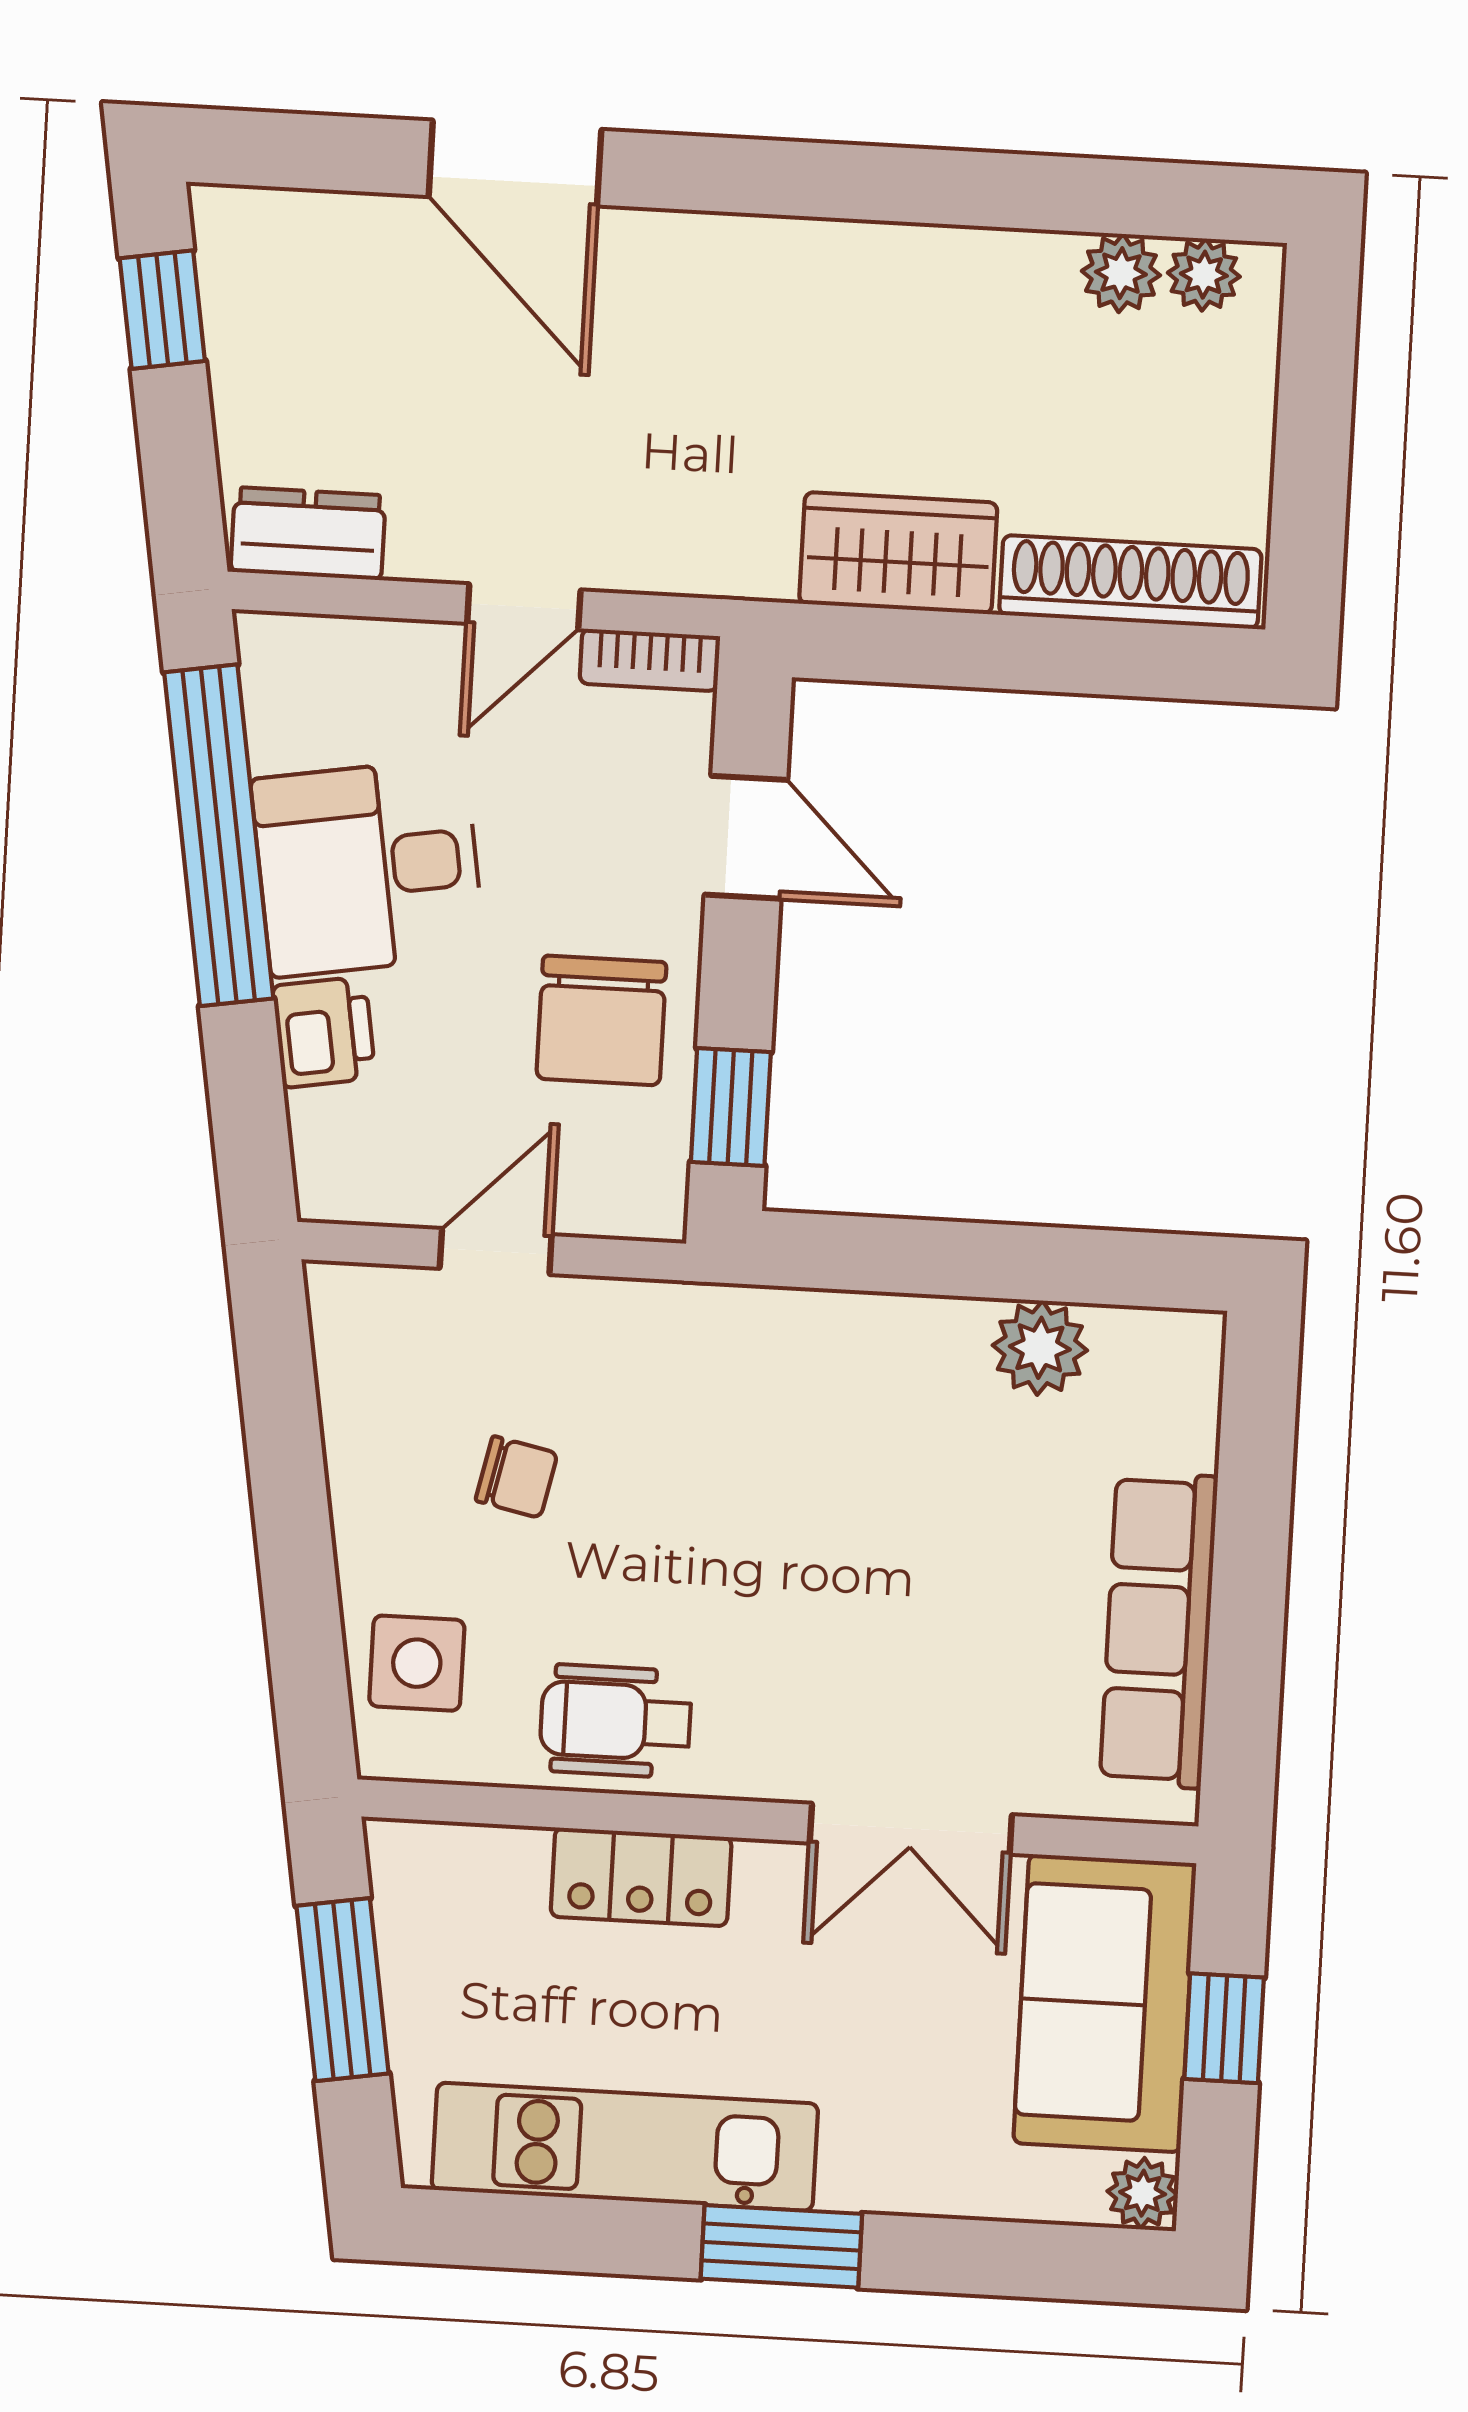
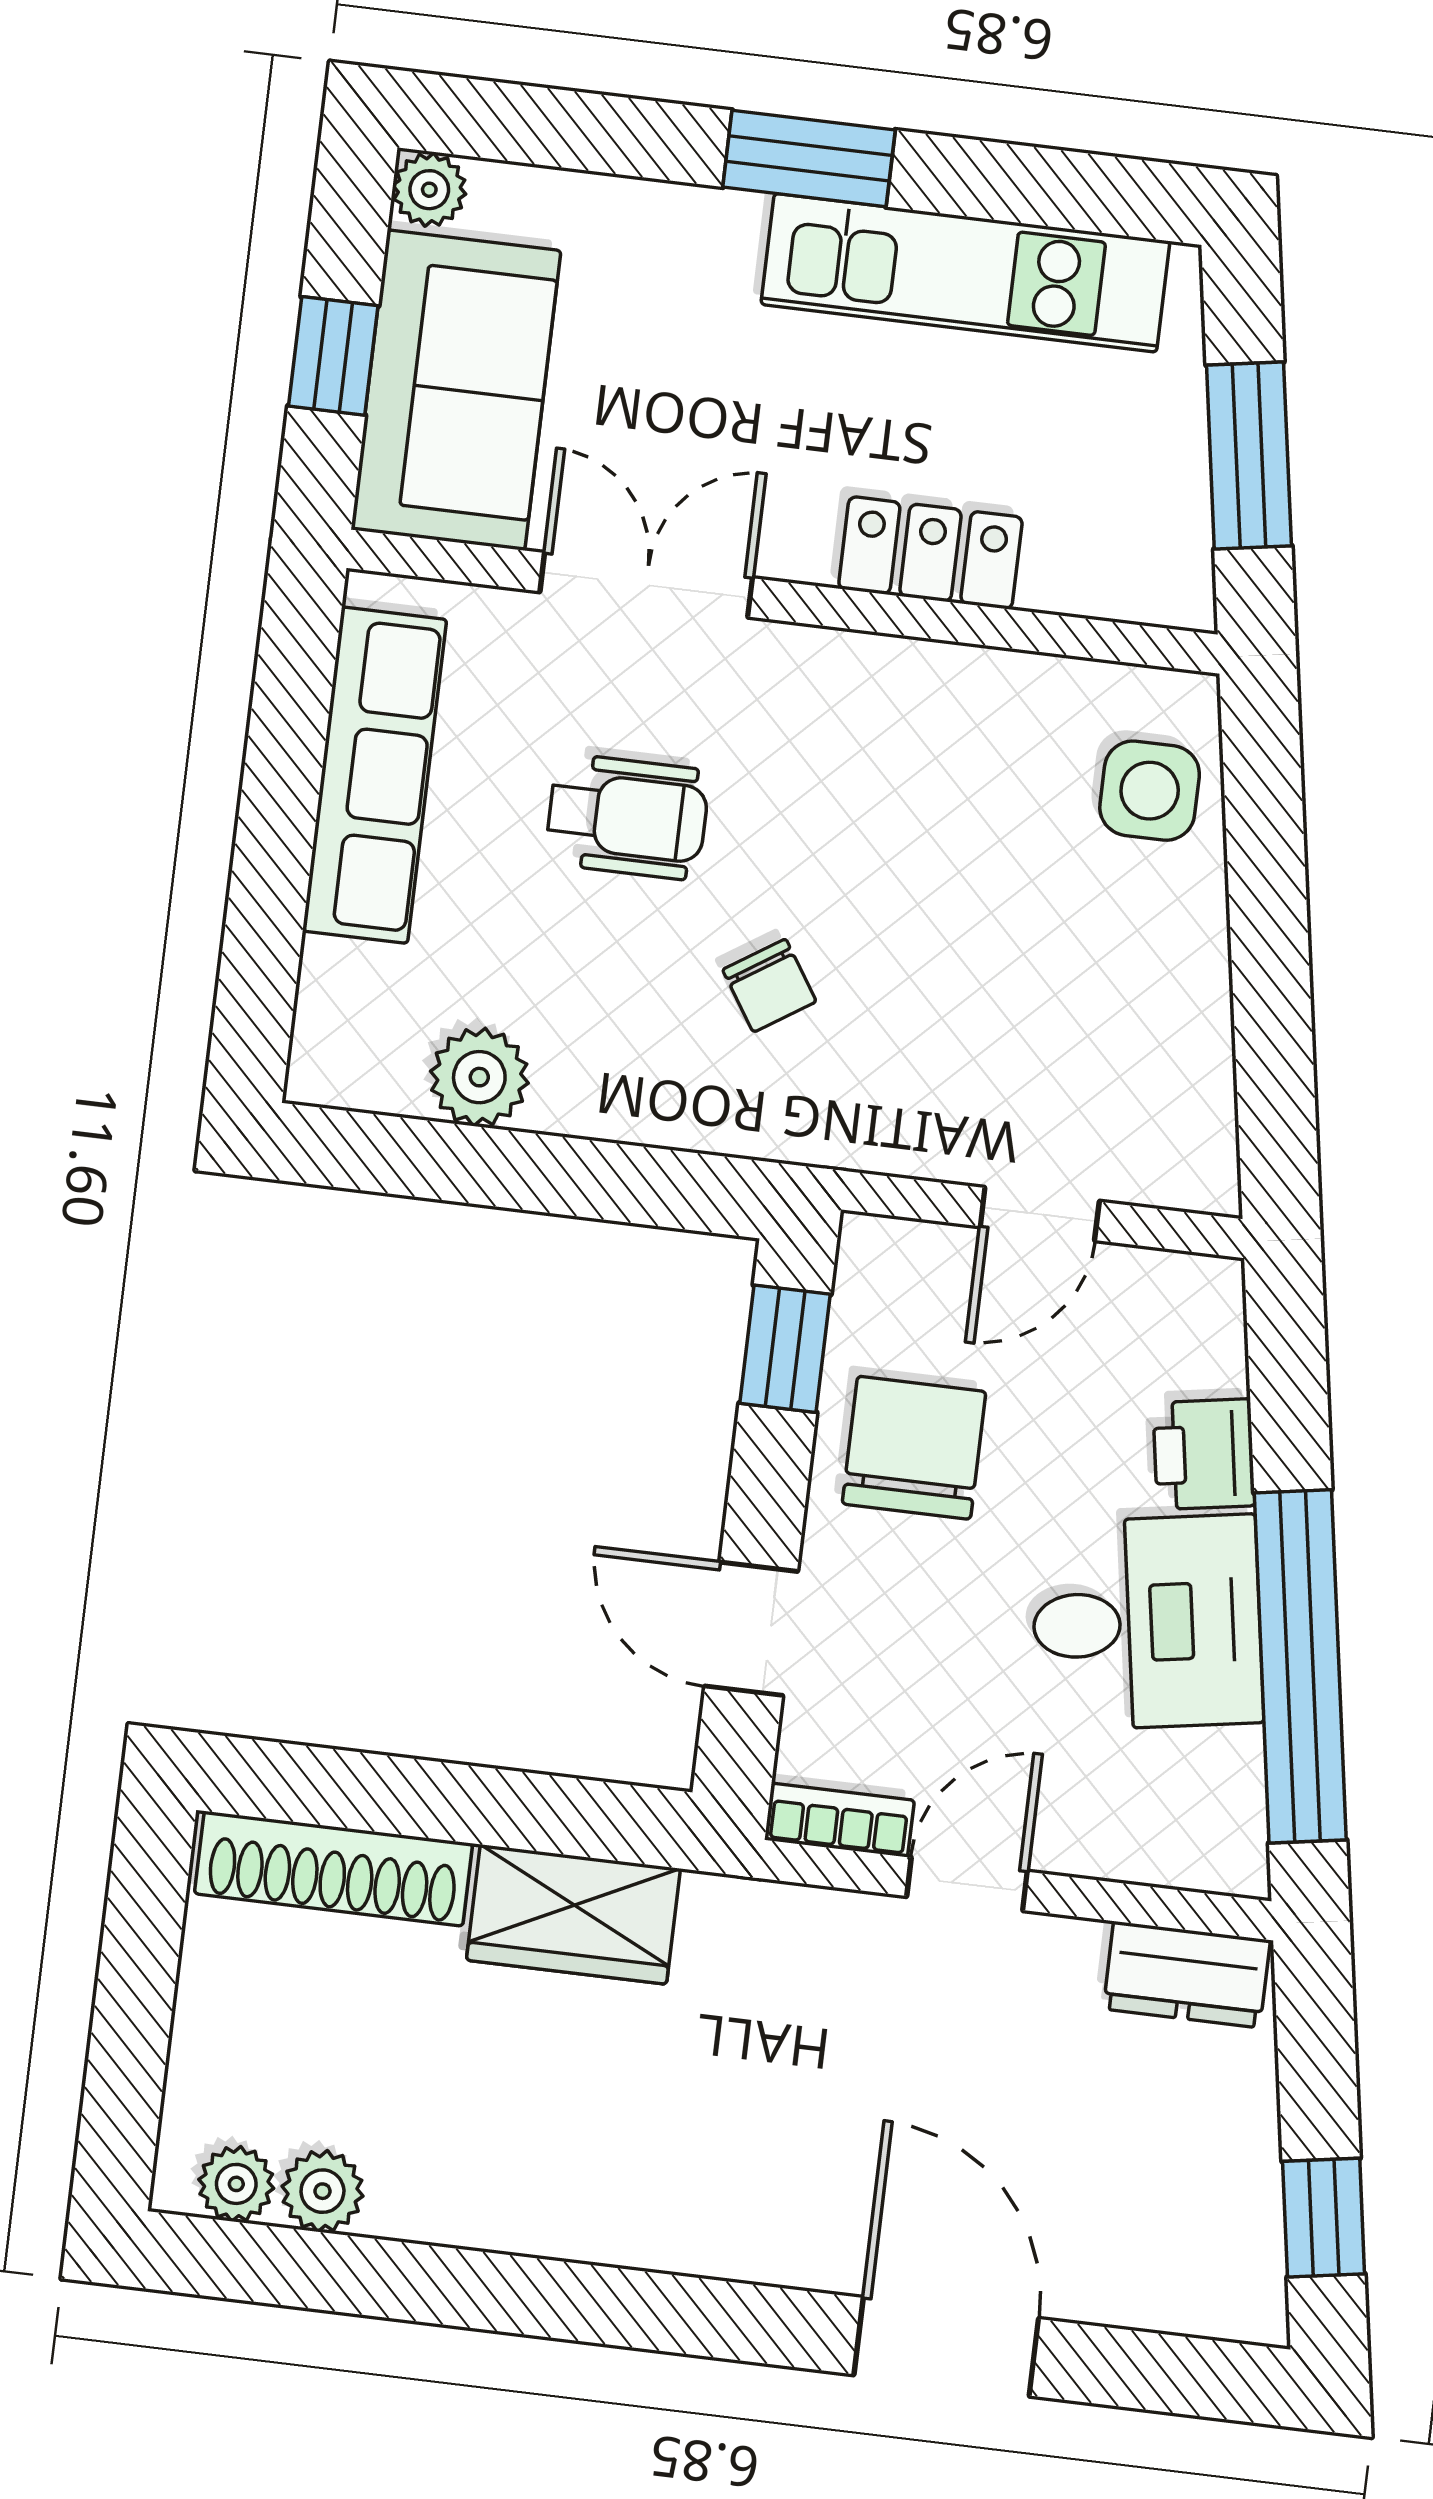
chair: (517, 1477) -> (769, 986), moved, turned -135
wheelchair: (615, 1721) -> (627, 817), moved

